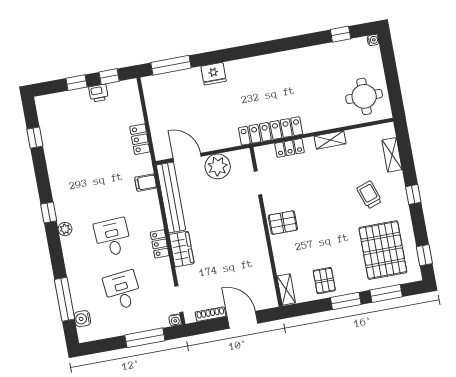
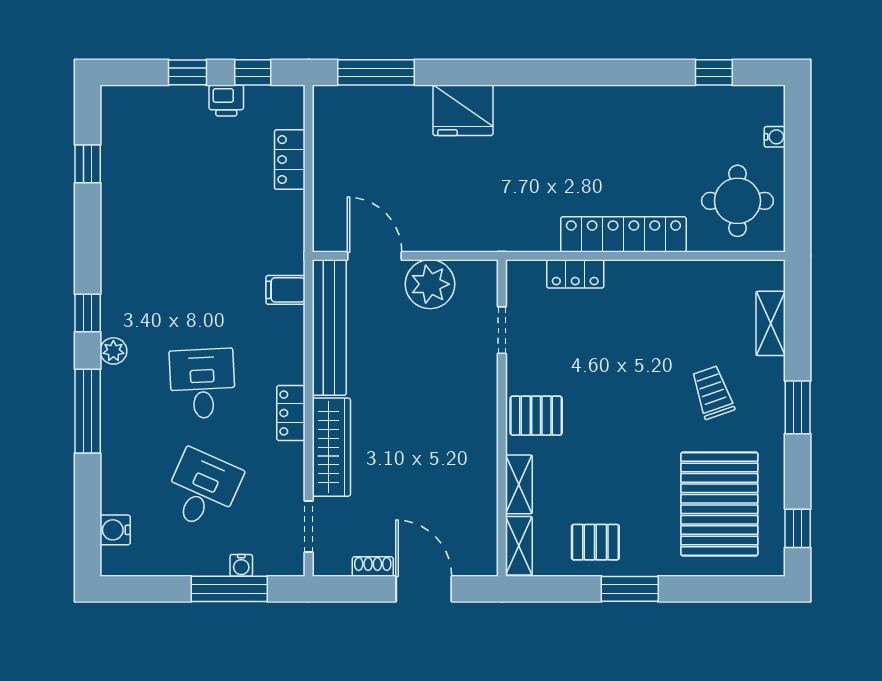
water cooler: (373, 40) -> (775, 137), moved
fridge: (214, 74) -> (463, 110), width x1.36, depth x1.34
locker: (271, 131) -> (623, 234), moved
locker: (140, 139) -> (290, 160), moved
shelving: (330, 140) -> (519, 484), moved, turned 90
window: (413, 194) -> (798, 407), width x1.50
wardrobe: (182, 249) -> (331, 447), width x1.50
pallet: (324, 281) -> (595, 542), turned 90
desk: (122, 290) -> (202, 490), turned 30
window: (386, 293) -> (710, 589), removed
window: (65, 299) -> (88, 411), moved
shoe rack: (210, 314) -> (373, 567), width x0.70
water cooler: (175, 320) -> (241, 565), moved

